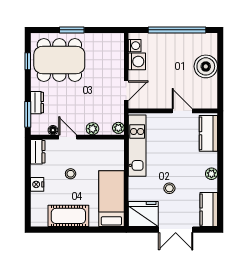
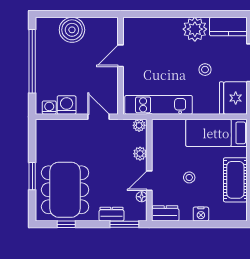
kitchen counter: (208, 133) -> (145, 27), removed
plant: (211, 174) -> (195, 29), width x1.87, depth x1.87

